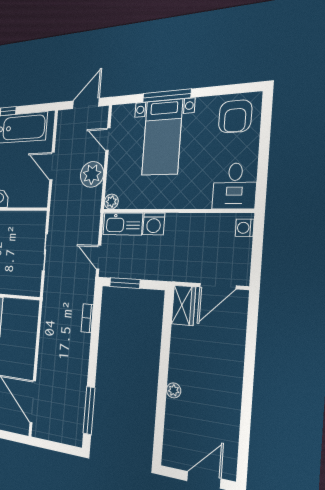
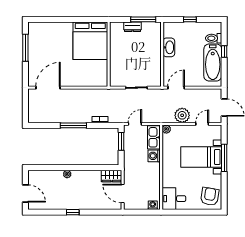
armchair: (235, 116) -> (210, 196), turned 99
door: (52, 166) -> (176, 88), moved
window: (247, 390) -> (73, 212), added
window: (89, 410) -> (73, 125), moved

